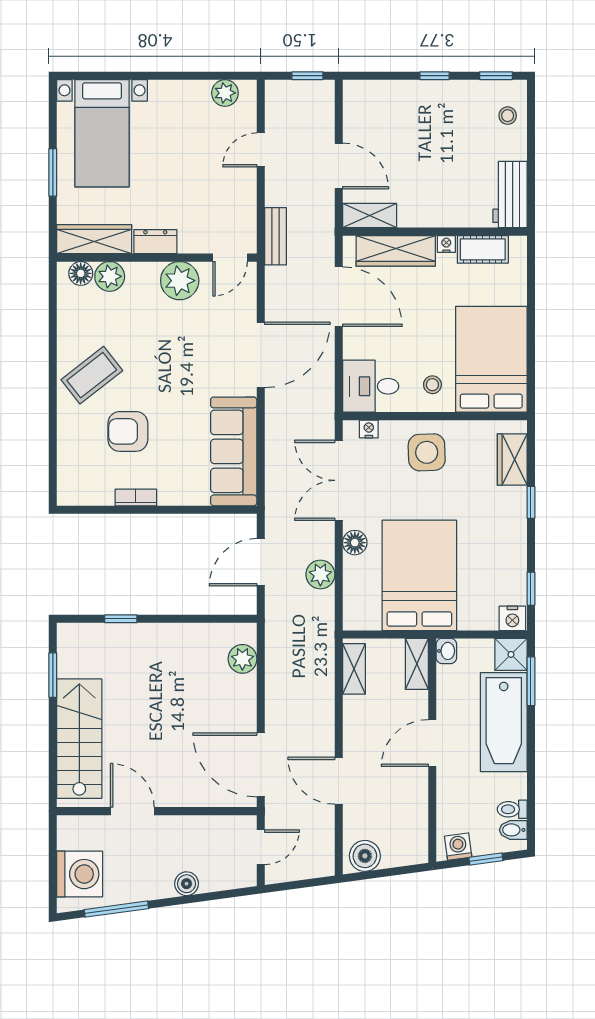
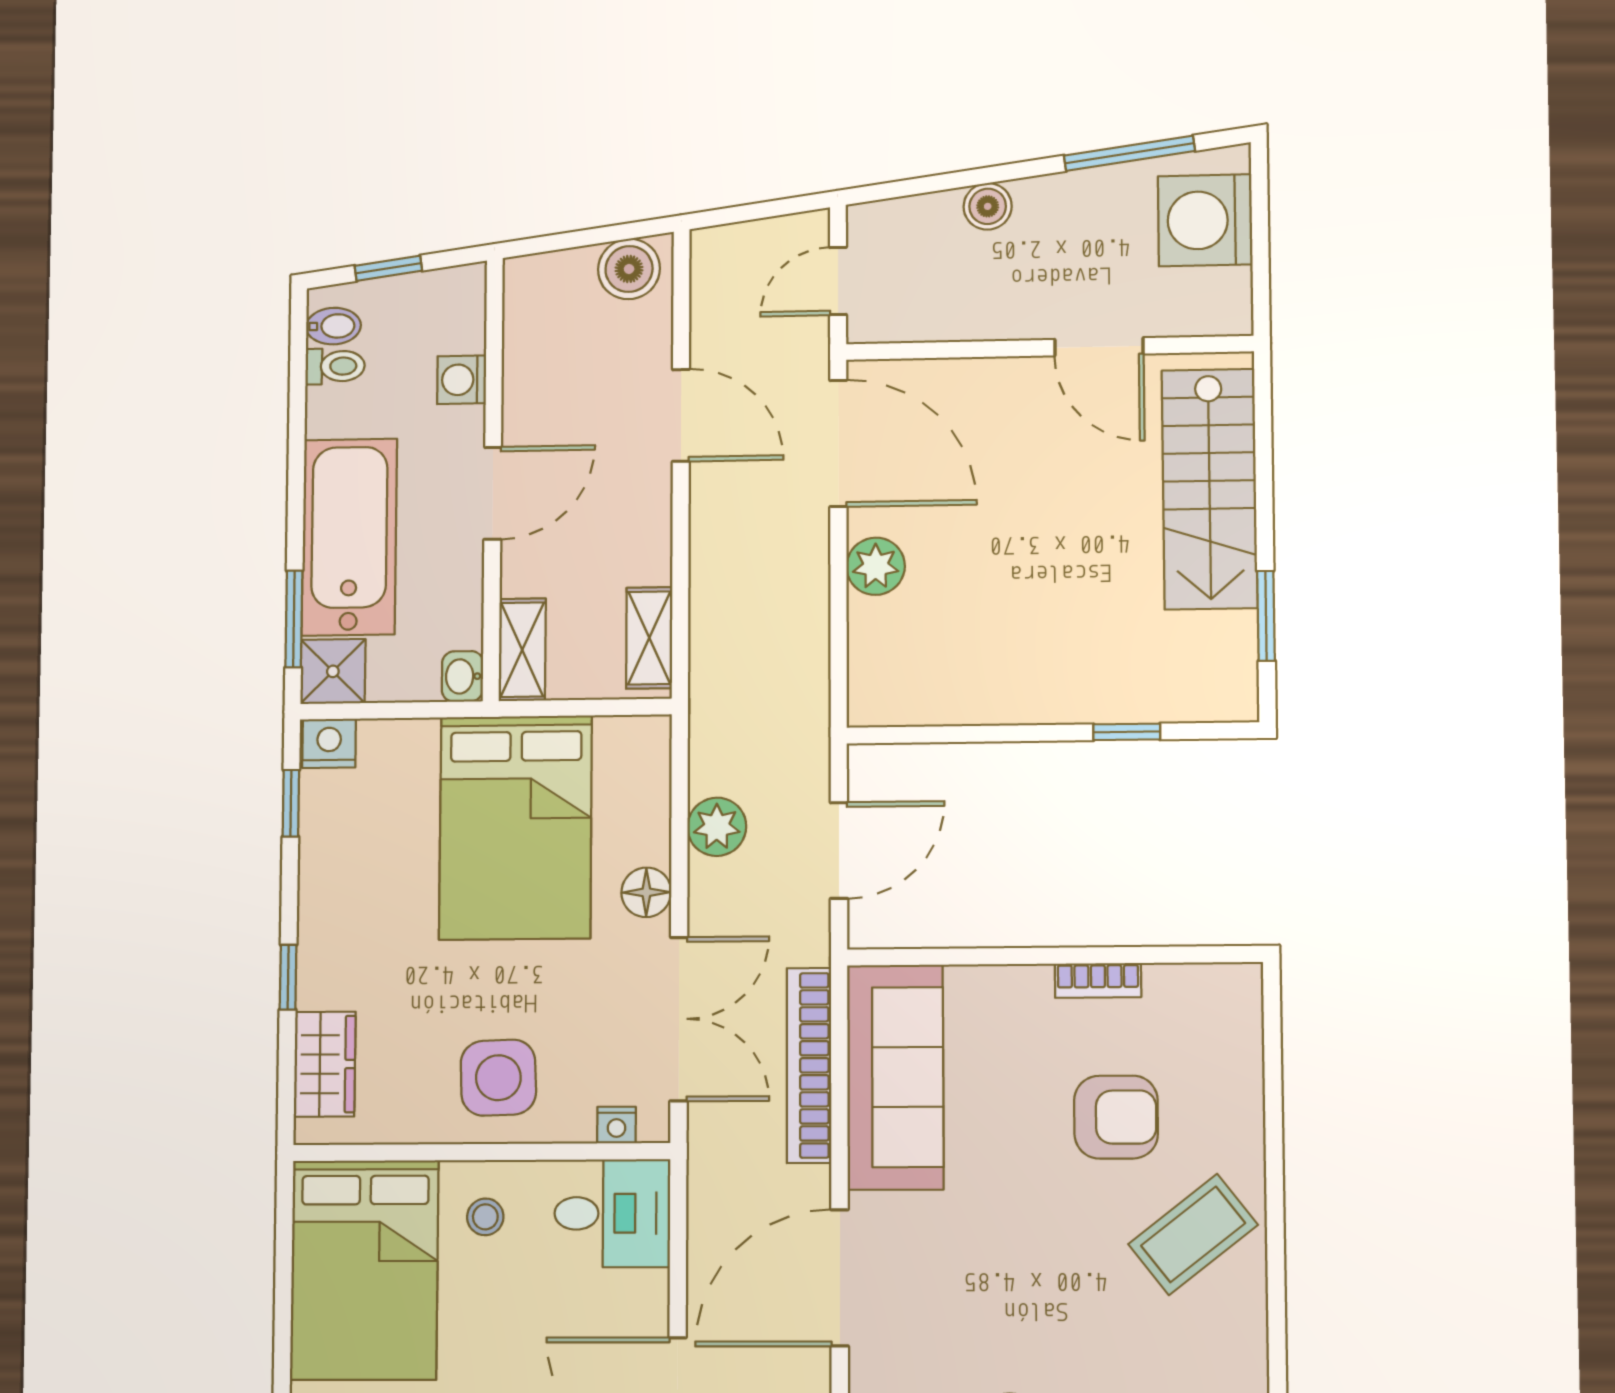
bookcase: (275, 457) -> (809, 1065), added
plant: (242, 659) -> (876, 566), moved
washing machine: (458, 847) -> (462, 380), moved, turned 98

